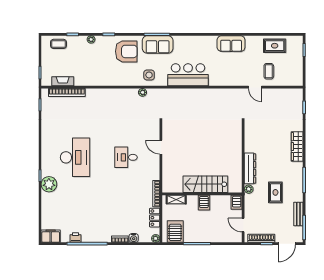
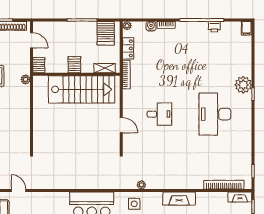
fireplace: (108, 80) -> (179, 199), added
fireplace: (63, 81) -> (240, 197), moved
dresser: (250, 168) -> (24, 102), removed
stairs: (205, 184) -> (82, 89), width x1.36, depth x1.51
filing cabinet: (51, 236) -> (247, 28), width x0.50

